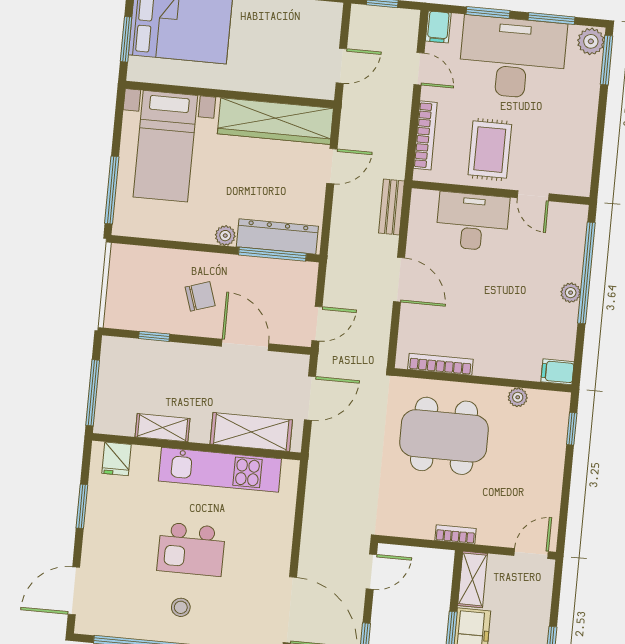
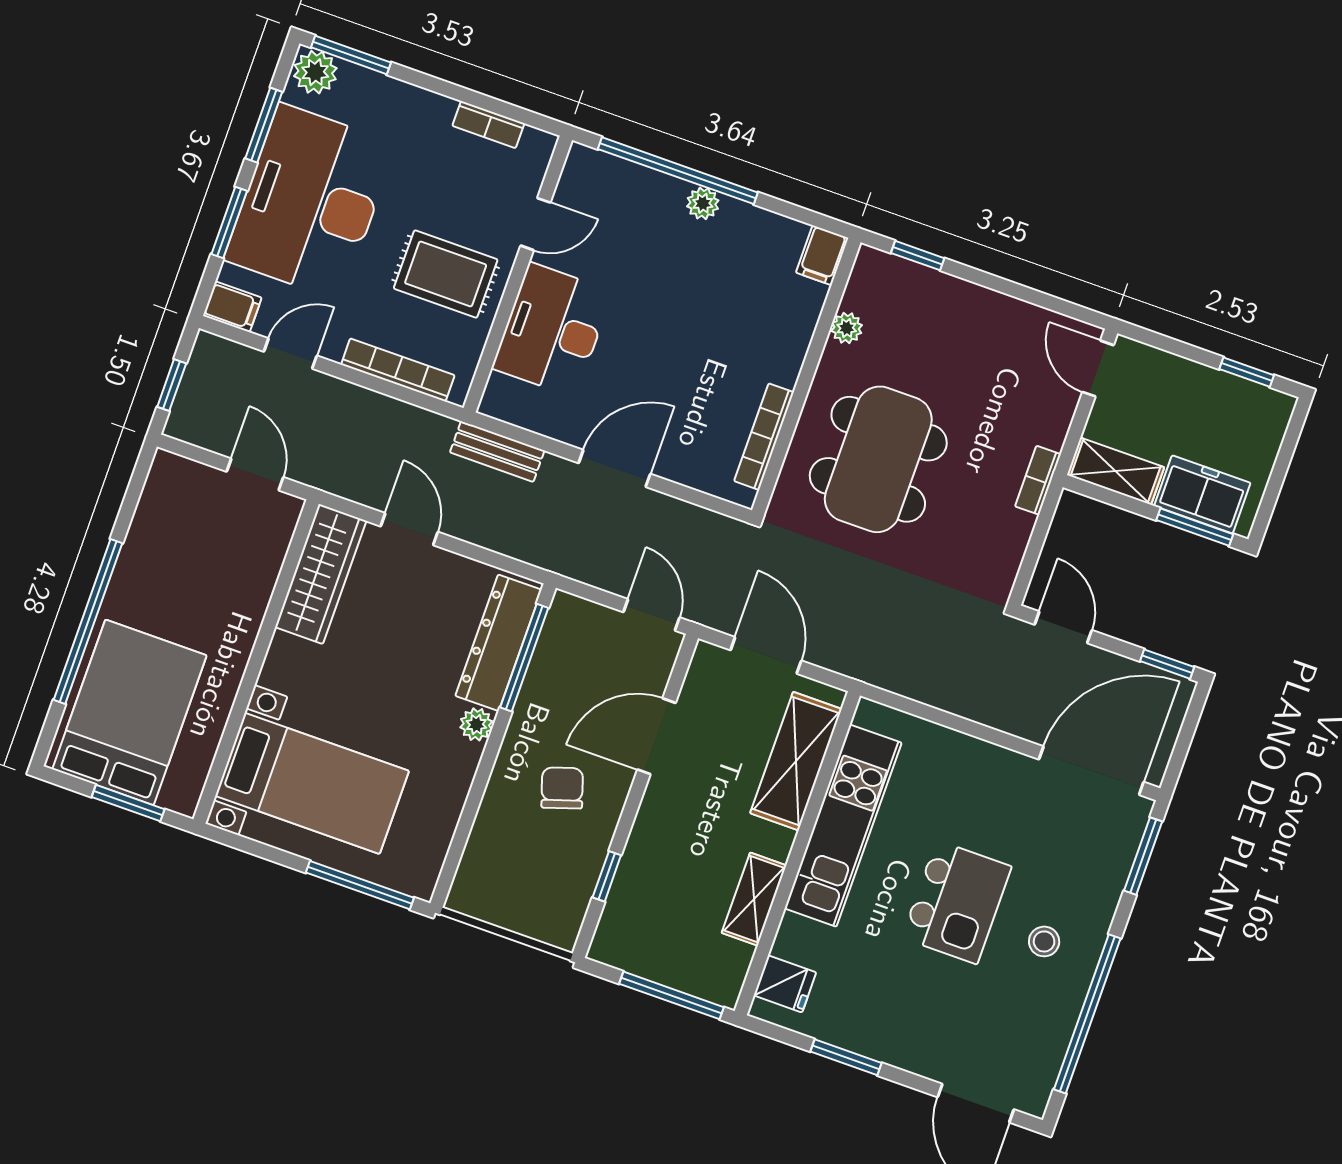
wardrobe: (275, 121) -> (321, 574), width x0.71, depth x0.85
bookcase: (586, 153) -> (488, 125), added

